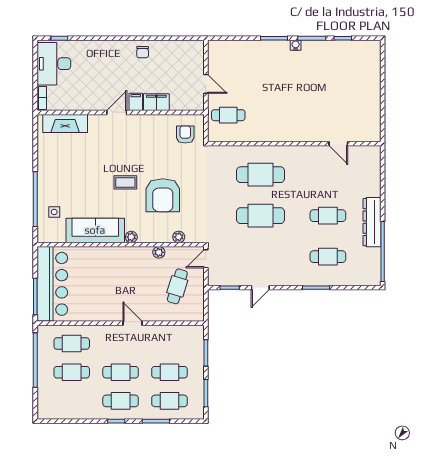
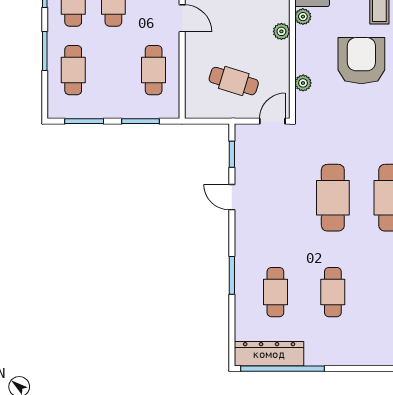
armchair: (163, 195) -> (361, 61), turned 90
dresser: (372, 222) -> (269, 354), moved
plant: (159, 252) -> (281, 31), moved
door: (206, 259) -> (272, 121), hinge flipped
door: (132, 323) -> (182, 18), hinge flipped
cafe table: (169, 372) -> (154, 70), moved

